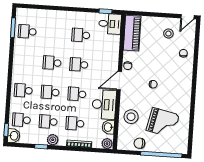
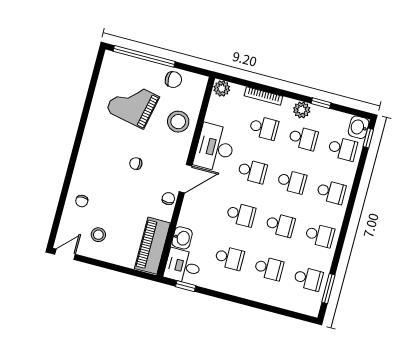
school desk: (54, 33) -> (269, 268), added
school desk: (25, 61) -> (320, 235), added
washbasin: (108, 127) -> (182, 238), moved

